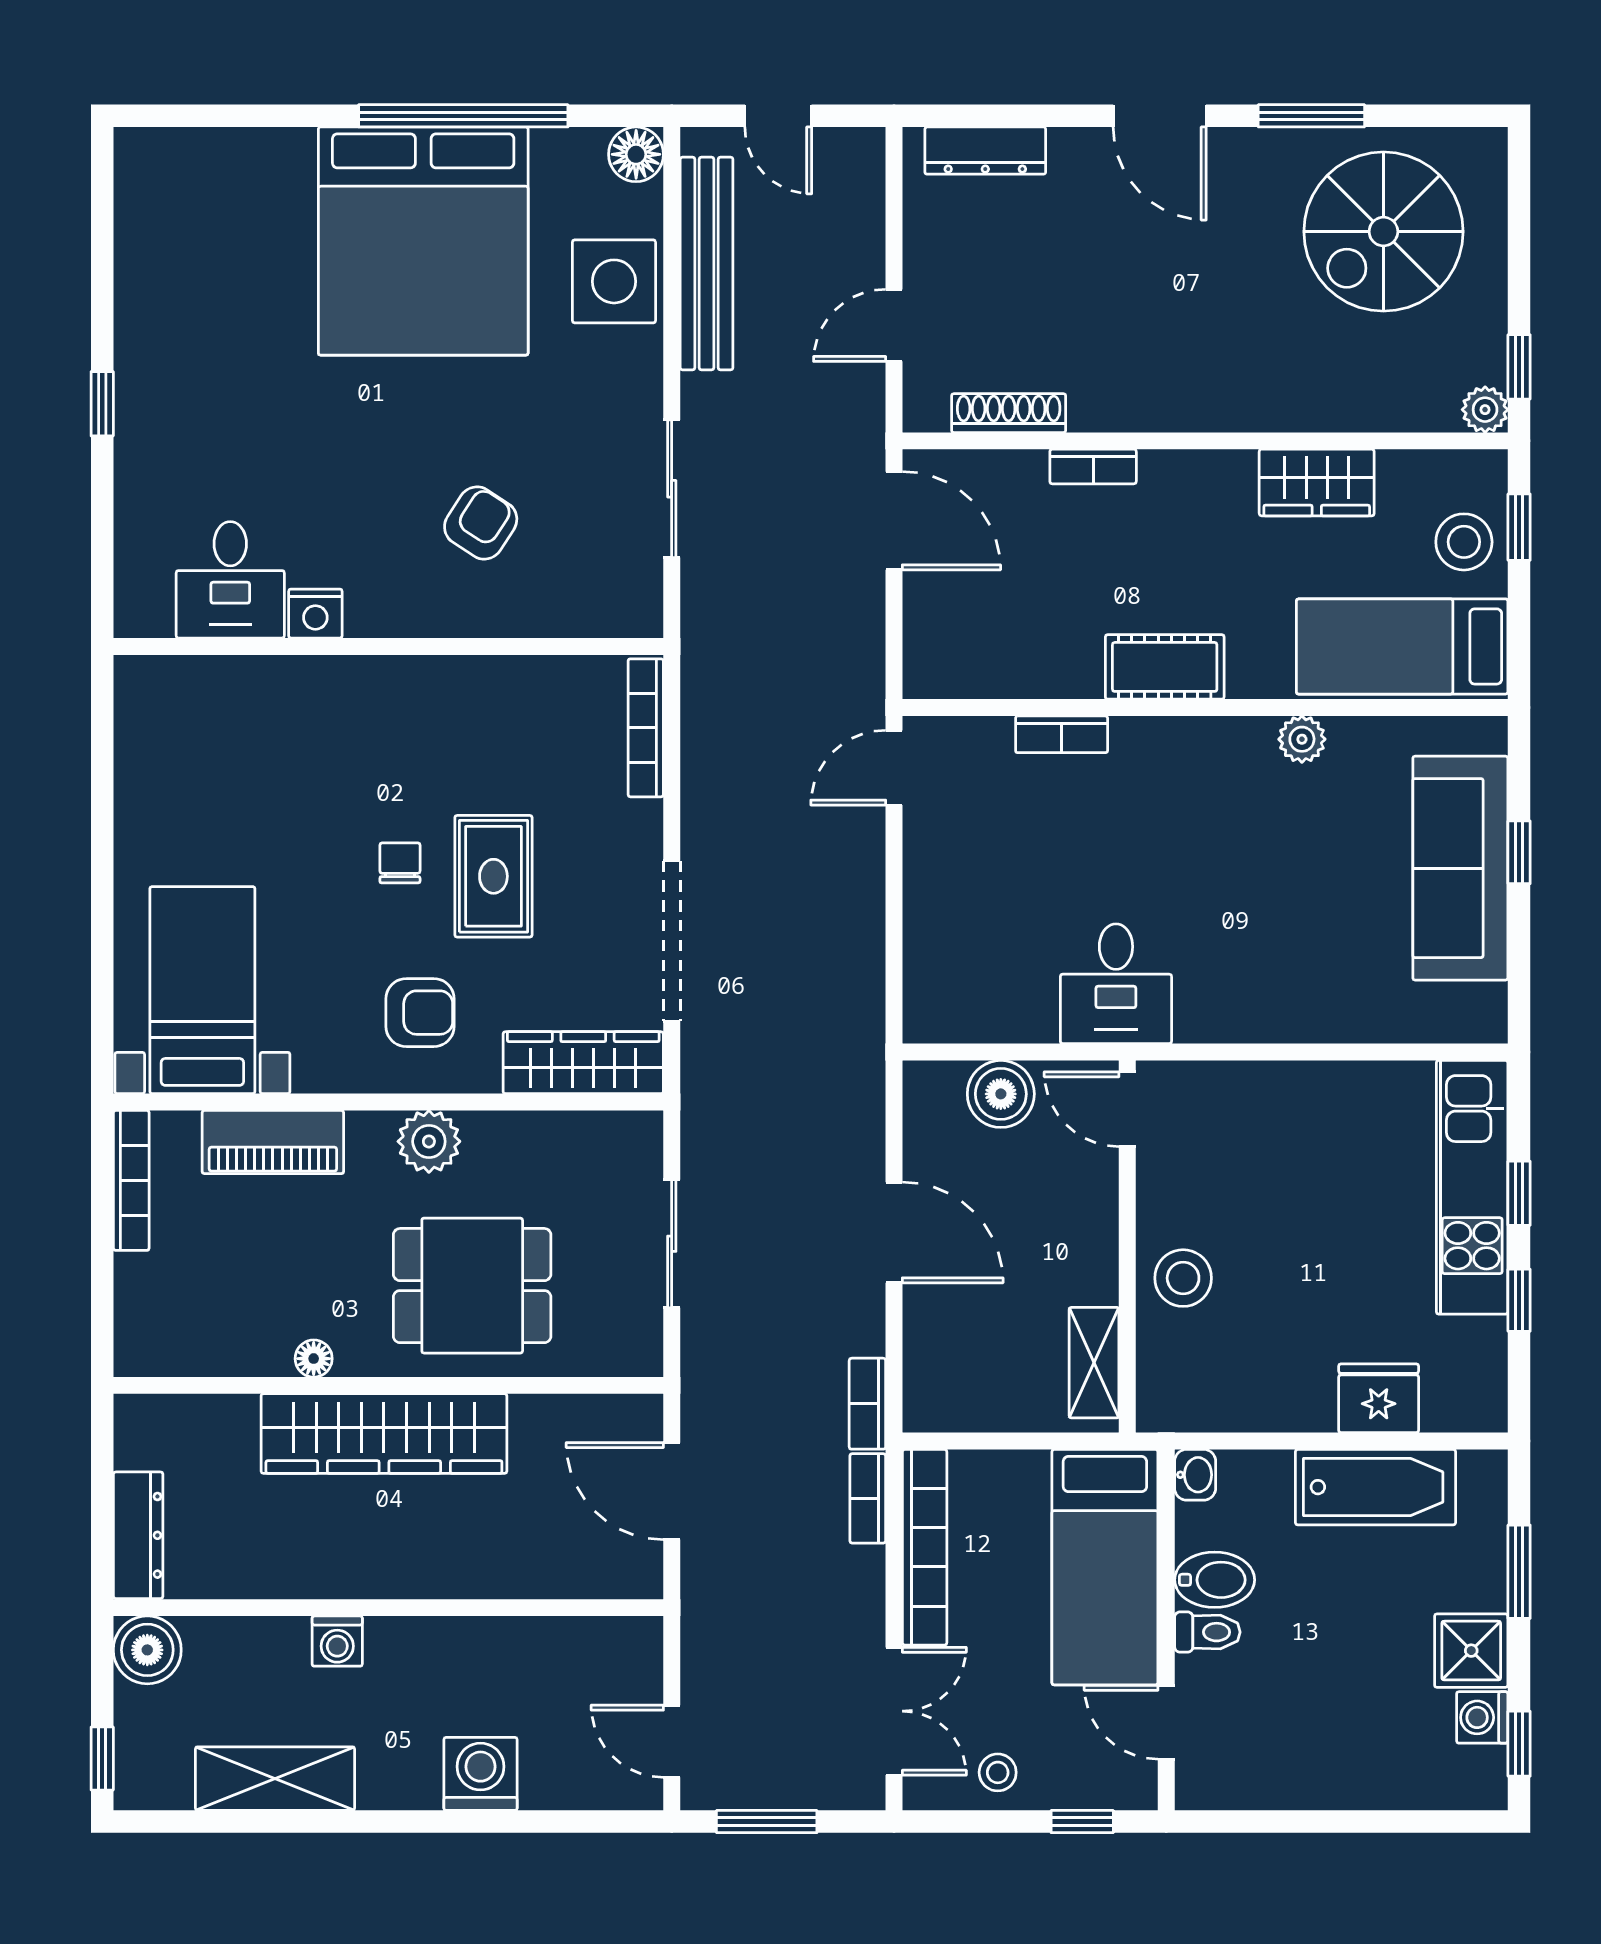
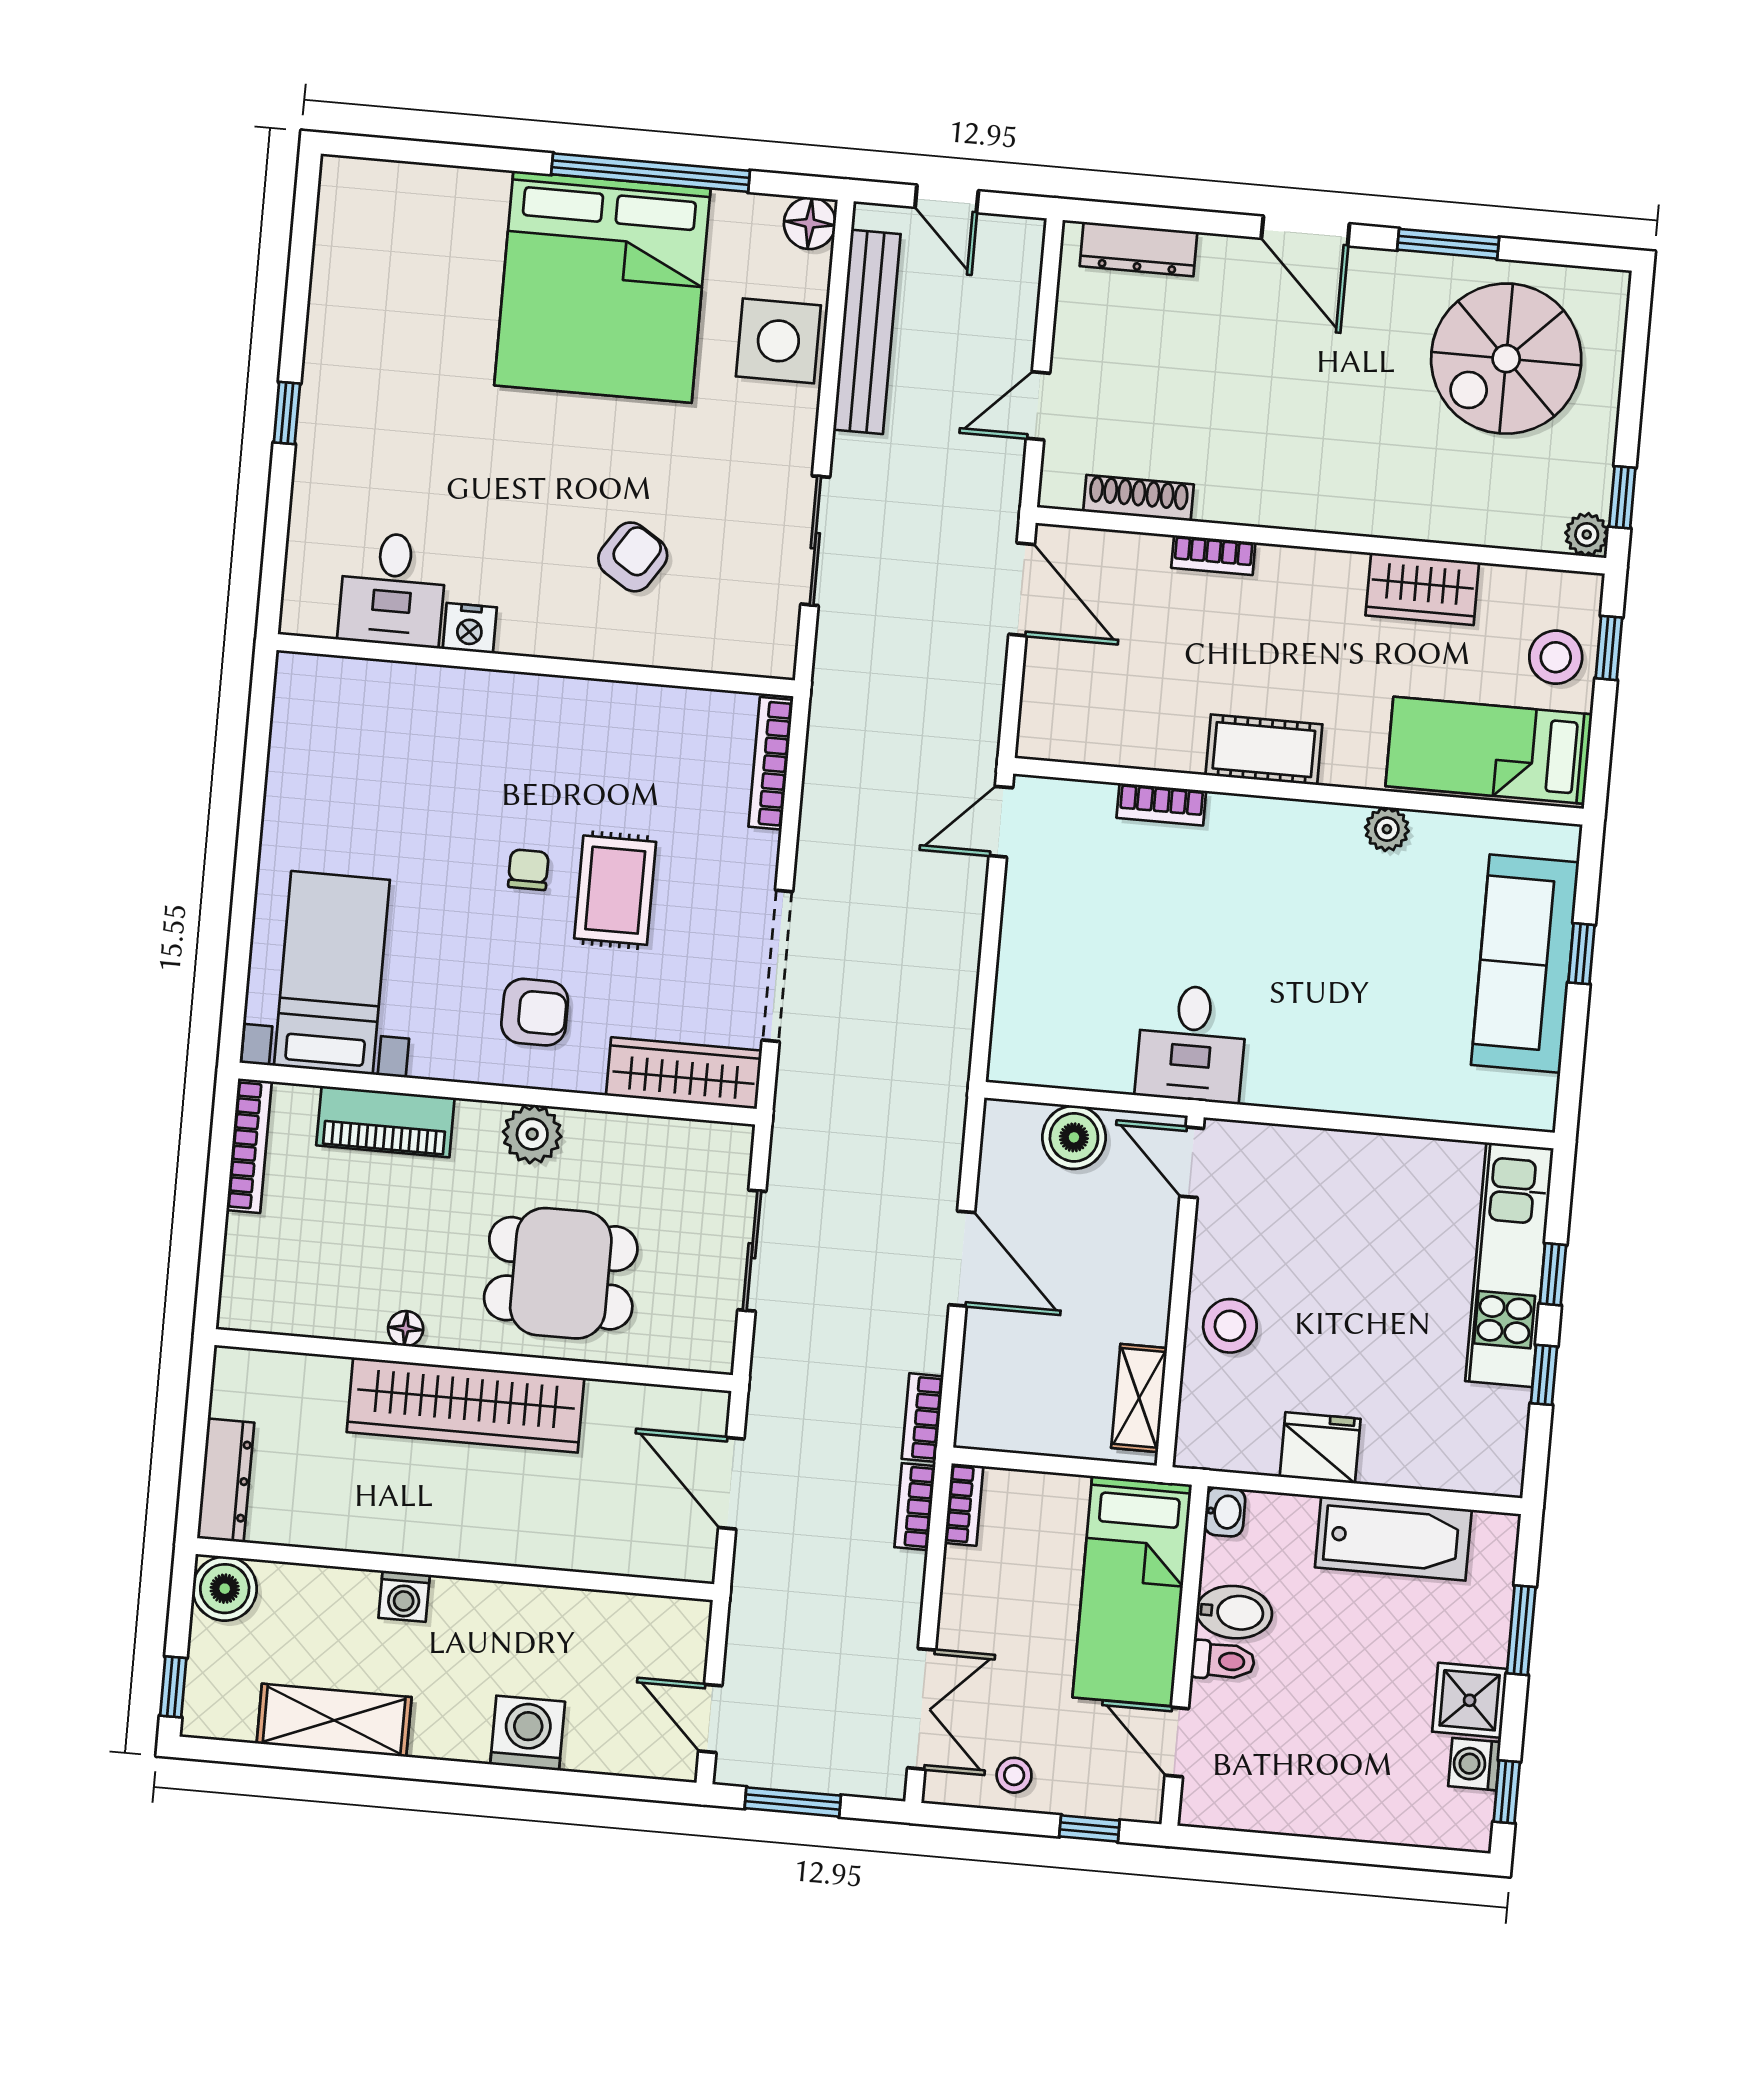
fridge: (1379, 1398) -> (1320, 1448), moved
bookcase: (925, 1547) -> (964, 1505), width x0.43, depth x0.76

